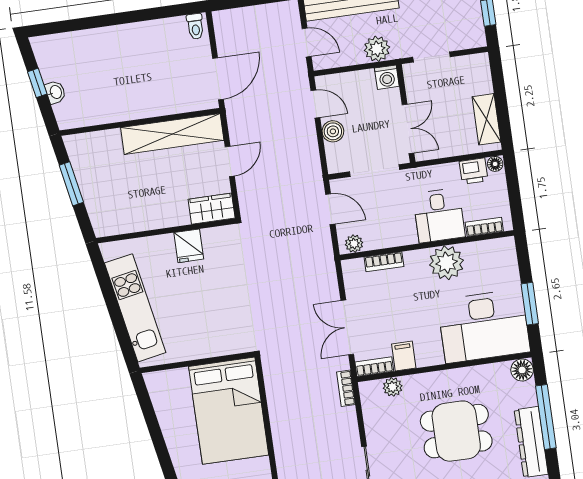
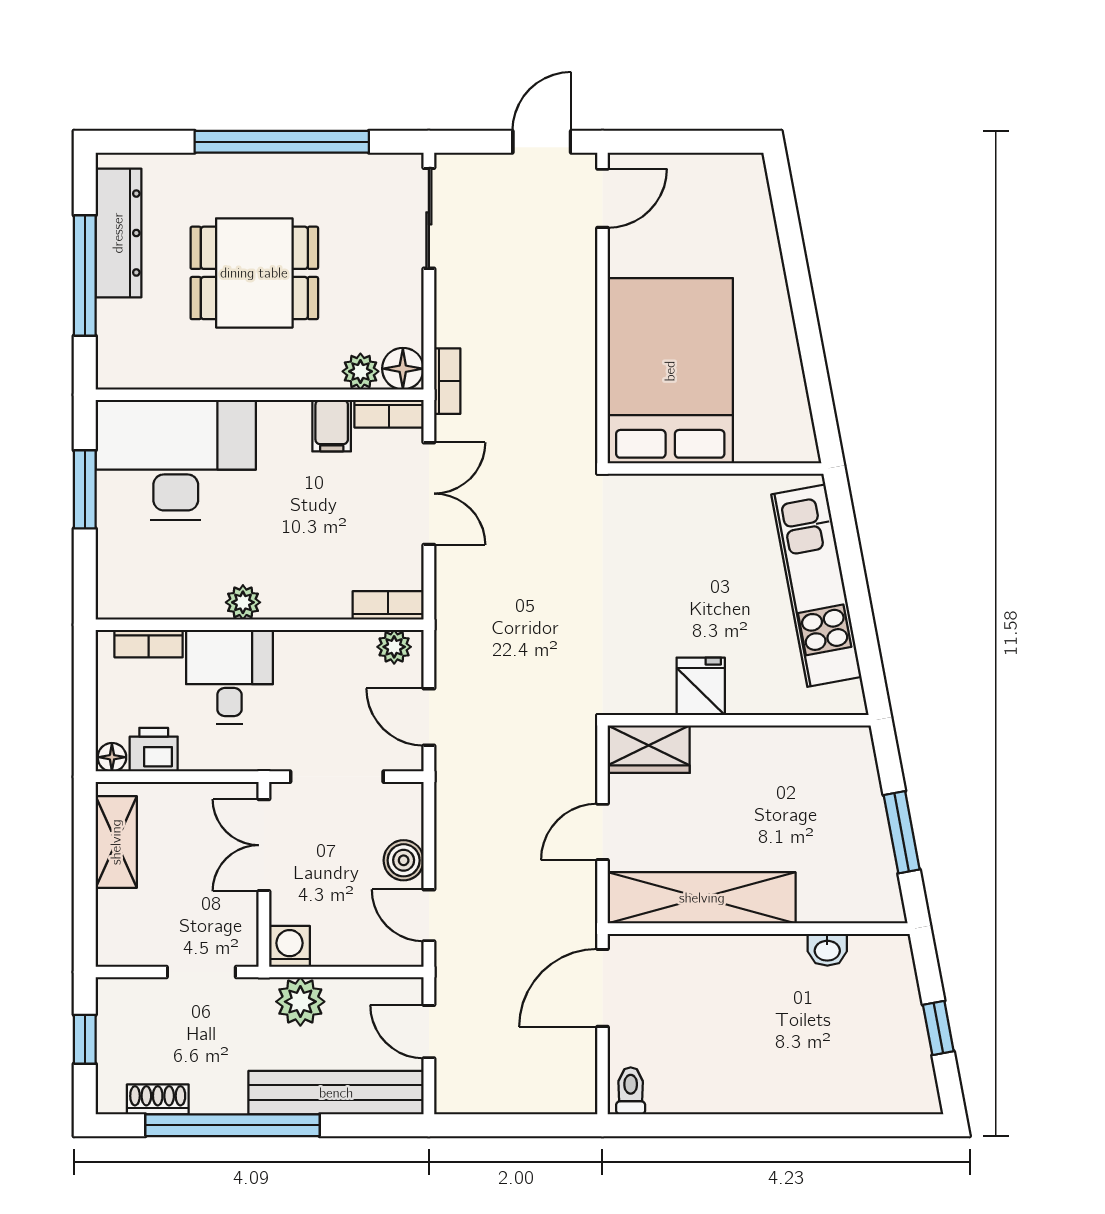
washbasin: (55, 92) -> (827, 950), moved, turned -79
bookcase: (384, 262) -> (388, 605), moved
plant: (447, 263) -> (243, 602), width x0.53, depth x0.53
floor lamp: (522, 370) -> (403, 369), moved

